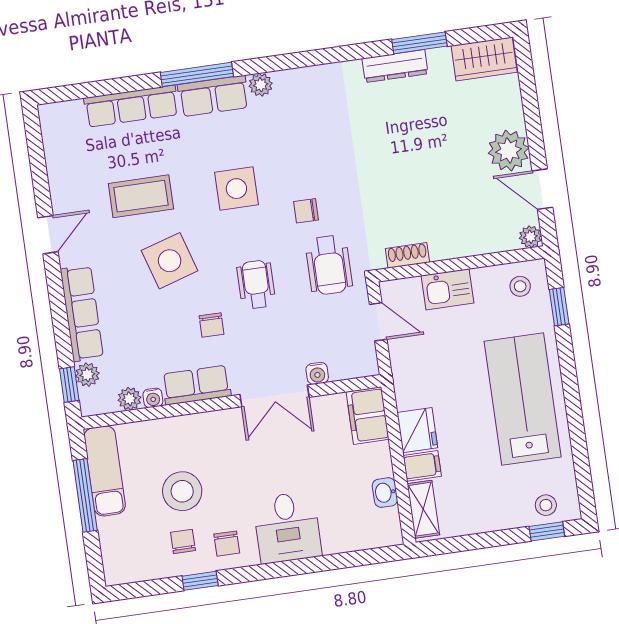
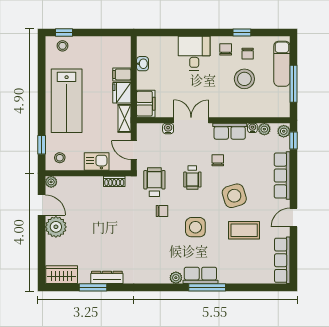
row of seats: (131, 106) -> (282, 260), moved, turned -90
plant: (87, 375) -> (284, 131), moved
exam couch: (105, 471) -> (282, 64), moved
shelving: (423, 509) -> (124, 118), moved

